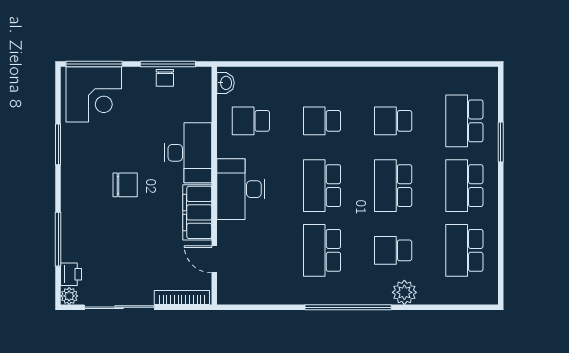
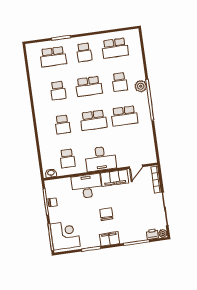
filing cabinet: (73, 185) -> (109, 239), added
school desk: (464, 186) -> (84, 52), width x0.54
plant: (404, 292) -> (141, 86), moved

